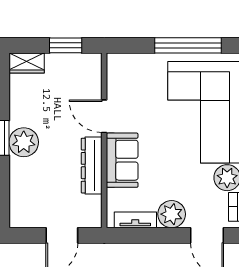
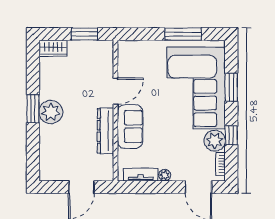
window: (188, 45) -> (183, 34), width x0.68
door: (104, 116) -> (116, 91), swing flipped
plant: (172, 214) -> (165, 175), width x0.53, depth x0.53

